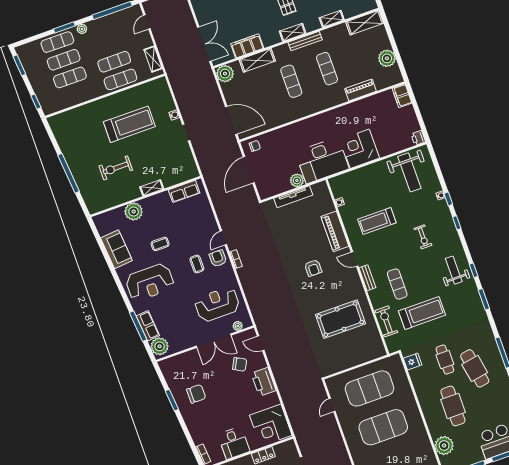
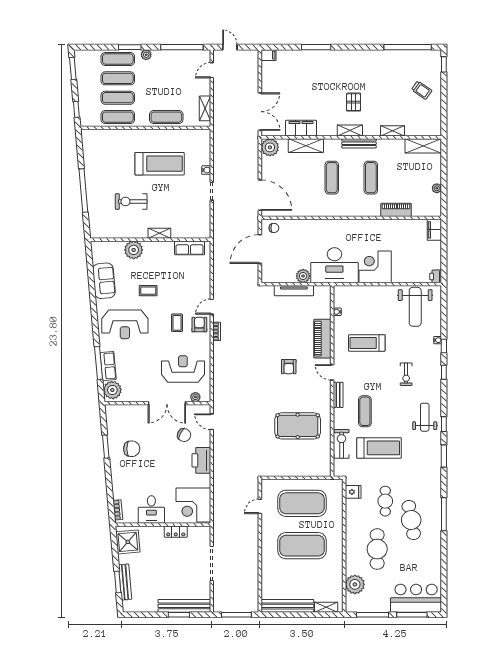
plant: (387, 58) -> (437, 188), width x0.53, depth x0.53
exercise mat: (114, 62) -> (118, 117), moved

